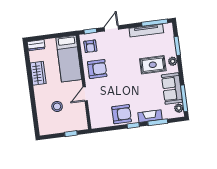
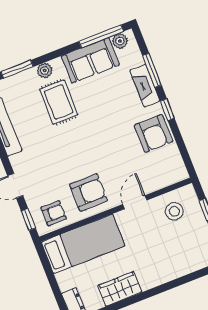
armchair: (97, 69) -> (89, 193), turned 90
door: (85, 94) -> (135, 202), swing flipped
stool: (57, 106) -> (174, 211), moved
armchair: (122, 114) -> (153, 133), turned 180

